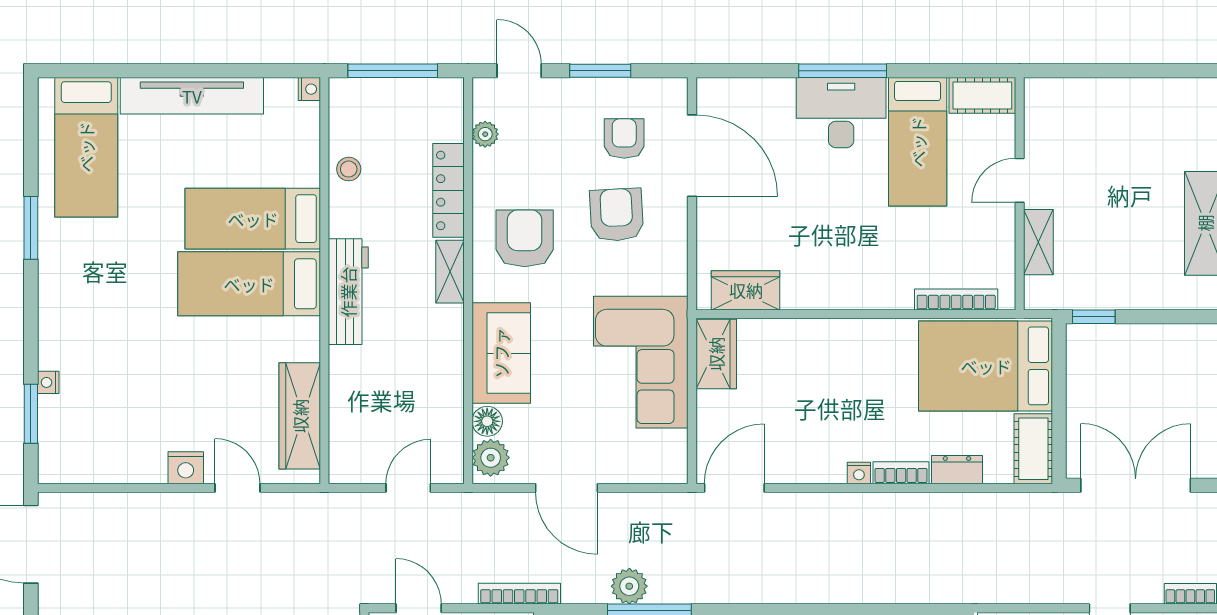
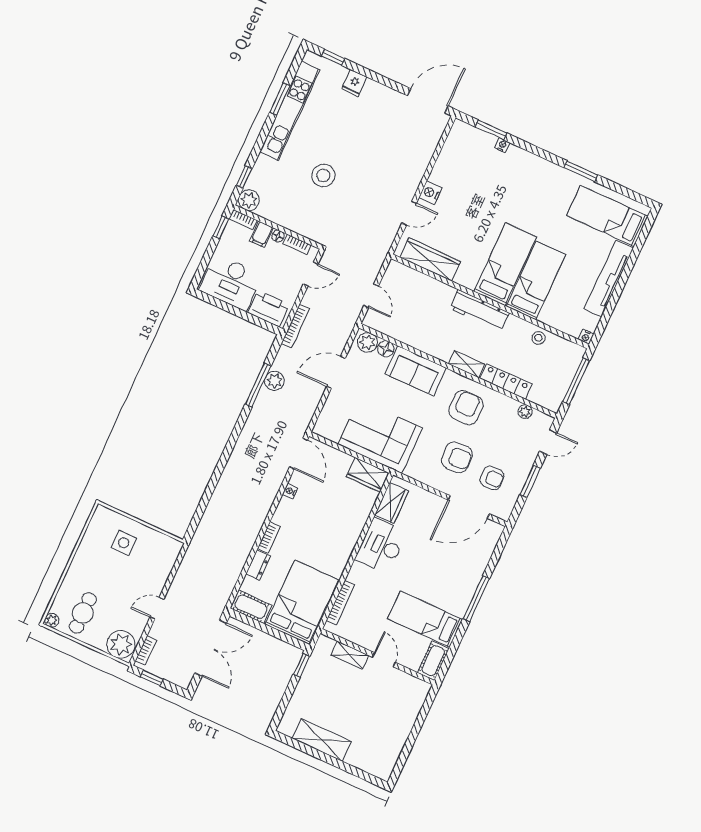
desk: (841, 113) -> (381, 546), moved, turned 180
armchair: (525, 238) -> (466, 408), turned -90
nightstand: (859, 473) -> (290, 491), moved

